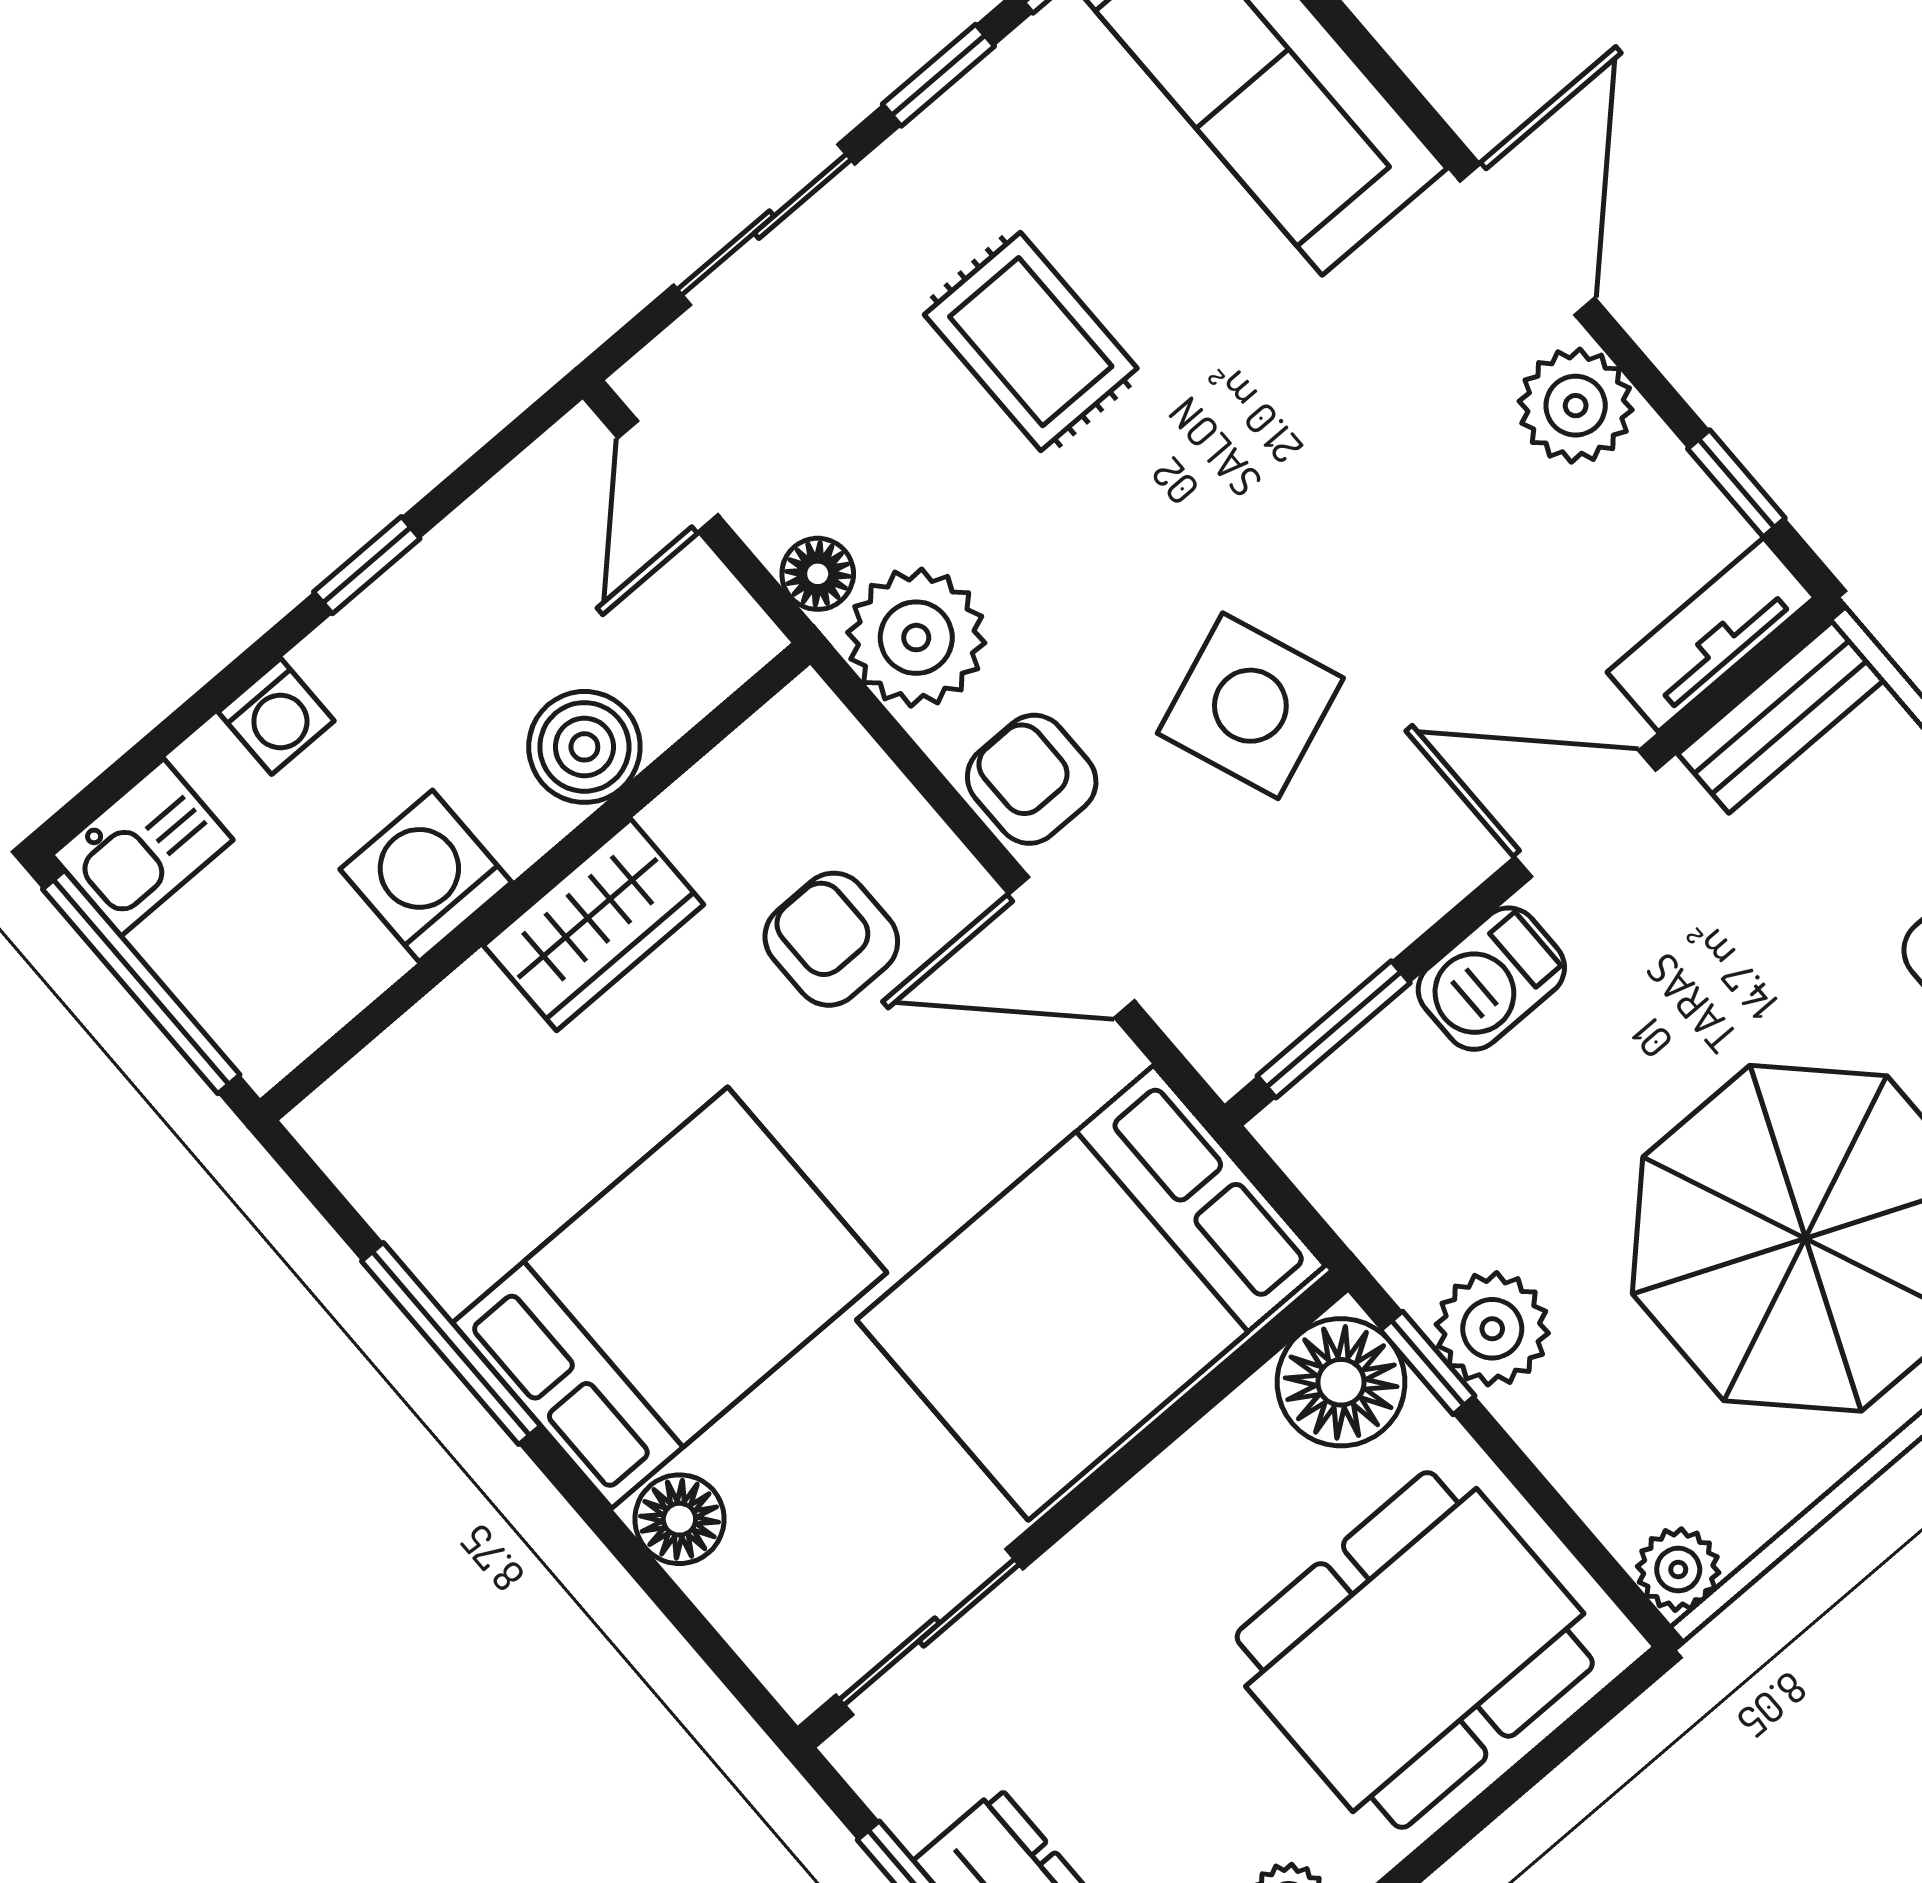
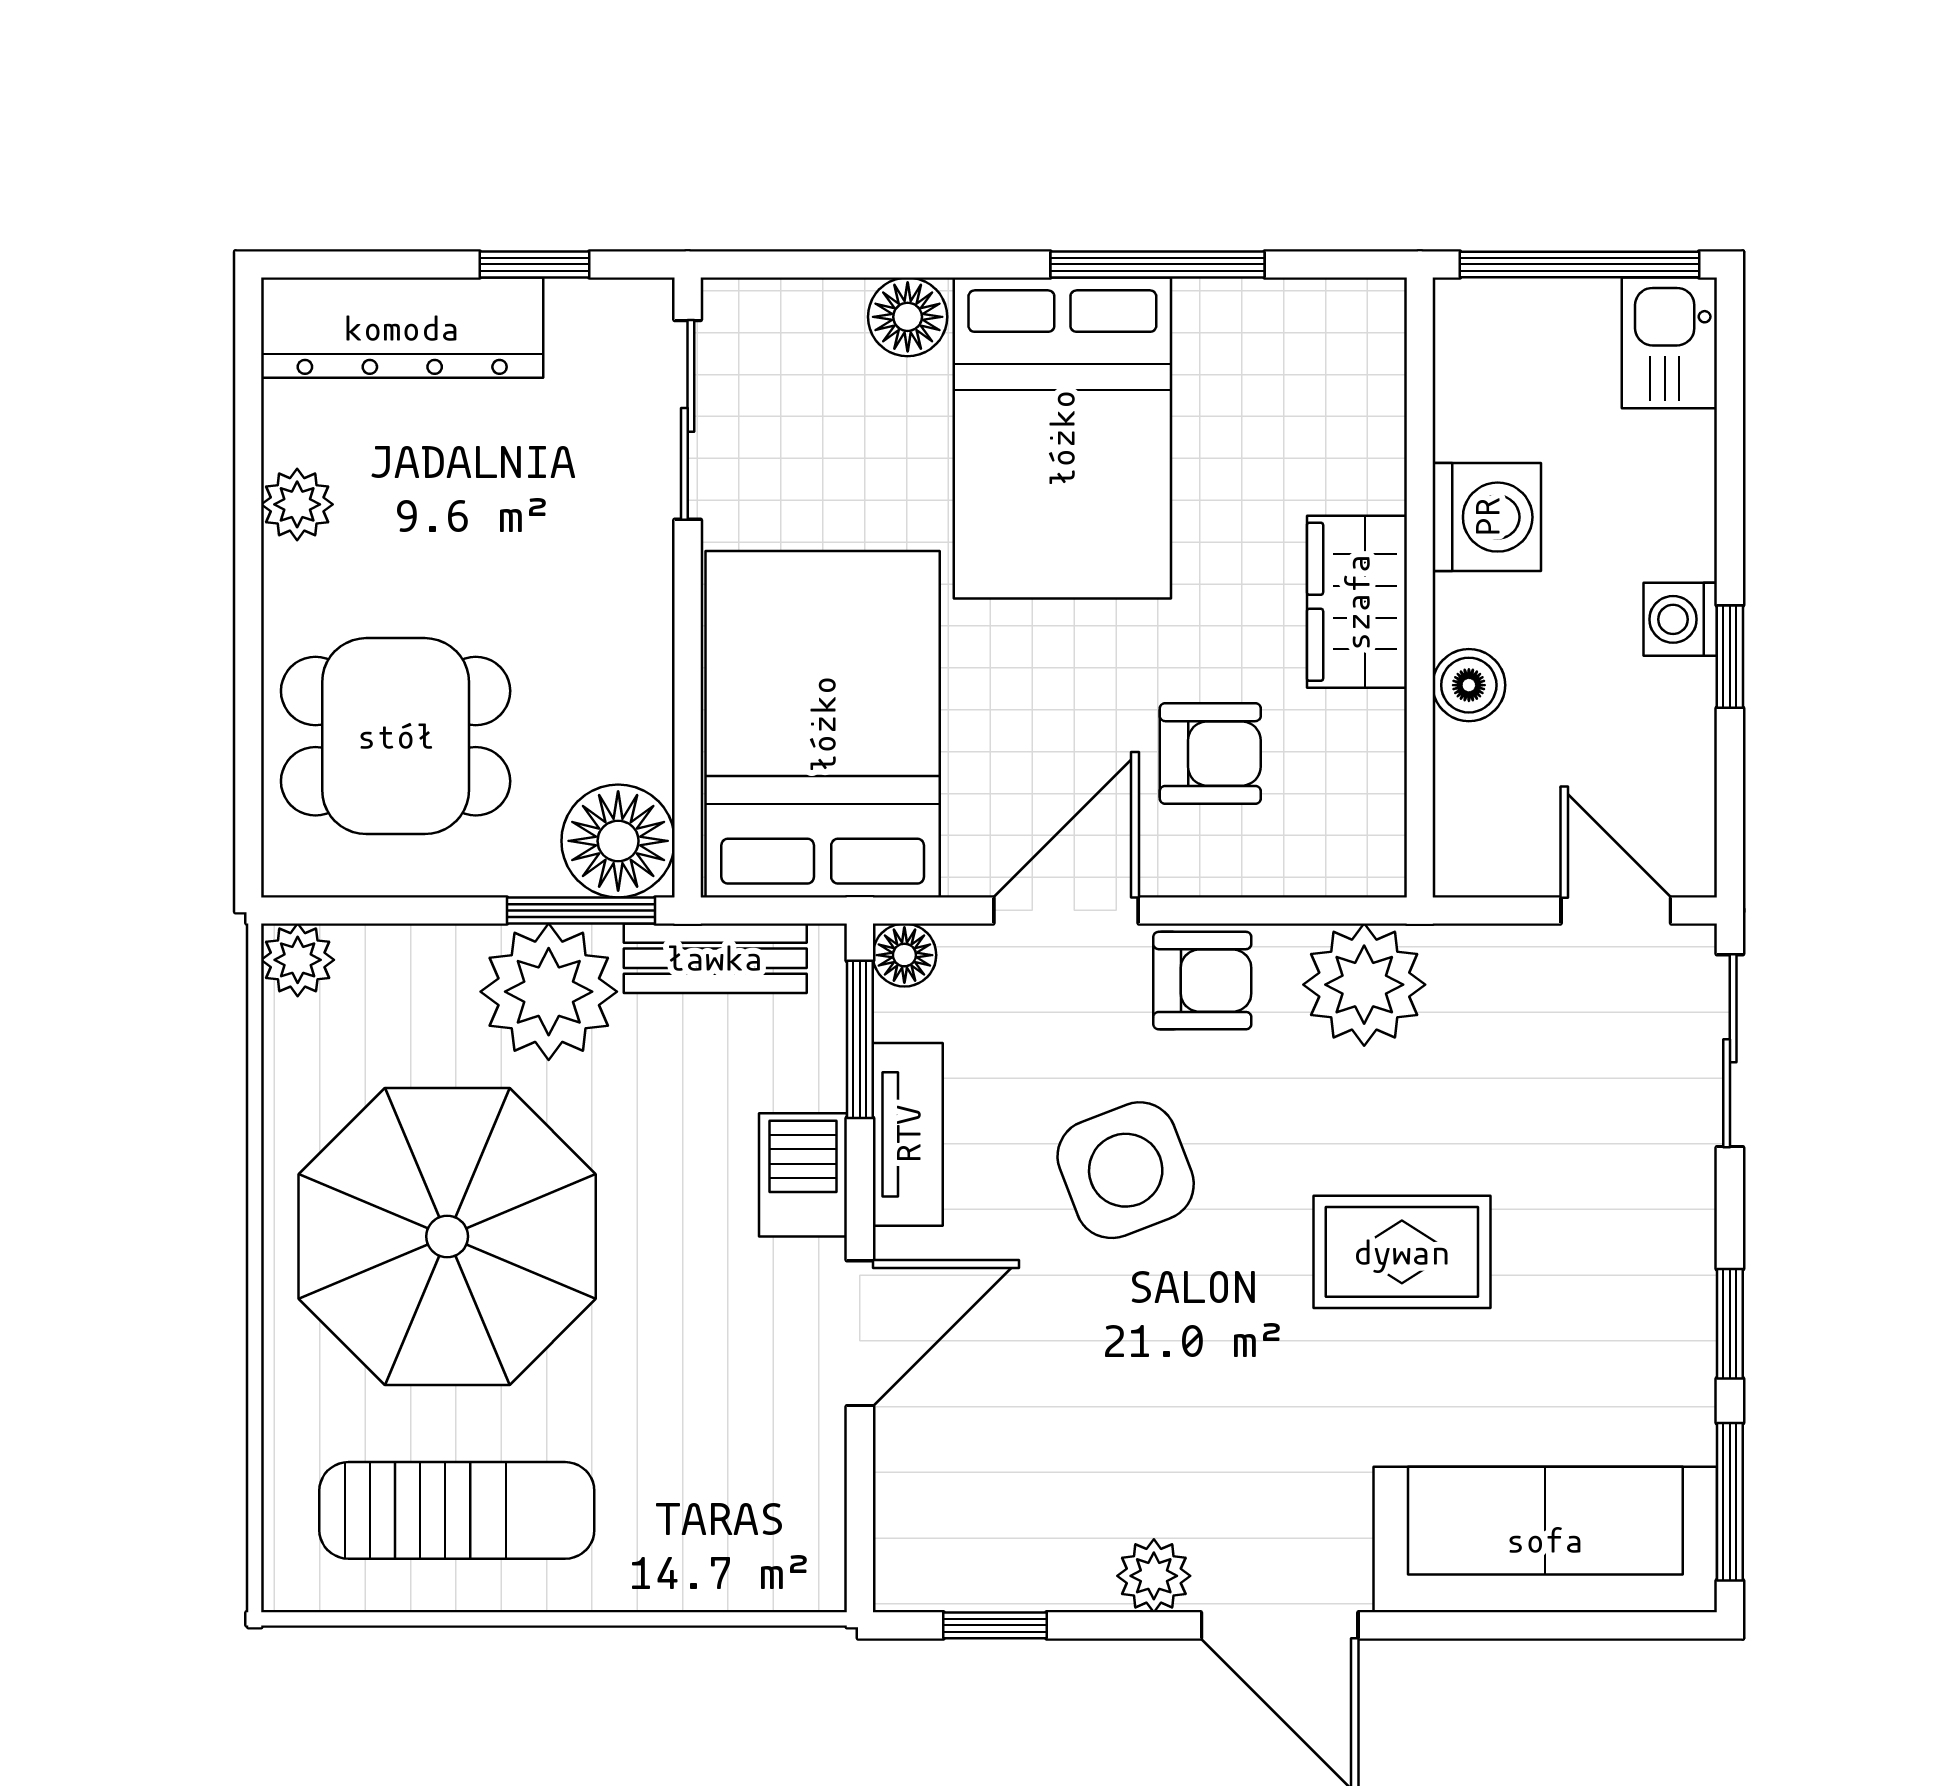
sliding door: (764, 225) -> (1730, 1051), moved
rug: (1031, 342) -> (1402, 1252), moved
plant: (1576, 406) -> (1154, 1576), width x0.73, depth x0.73
floor lamp: (818, 574) -> (904, 955), moved
tv unit: (1711, 635) -> (908, 1134), moved
washing machine: (276, 716) -> (1680, 619), moved
bench: (1781, 717) -> (715, 958), moved, turned 90
boiler: (584, 747) -> (1469, 685), width x0.73, depth x0.73
plant: (1492, 1329) -> (549, 992), width x1.36, depth x1.36
window: (1428, 1363) -> (581, 910), width x1.50
dining table: (1415, 1650) -> (396, 736), width x0.73

